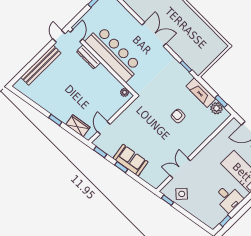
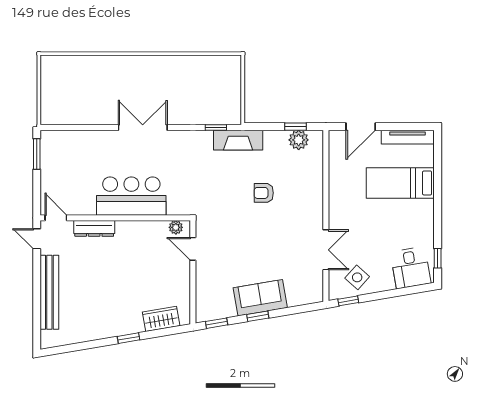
bar counter: (113, 54) -> (131, 196), width x0.73
fireplace: (201, 93) -> (238, 140), moved
door: (104, 128) -> (193, 249), moved
double door: (180, 168) -> (326, 250), swing flipped
desk: (229, 198) -> (411, 268), moved, turned 80

